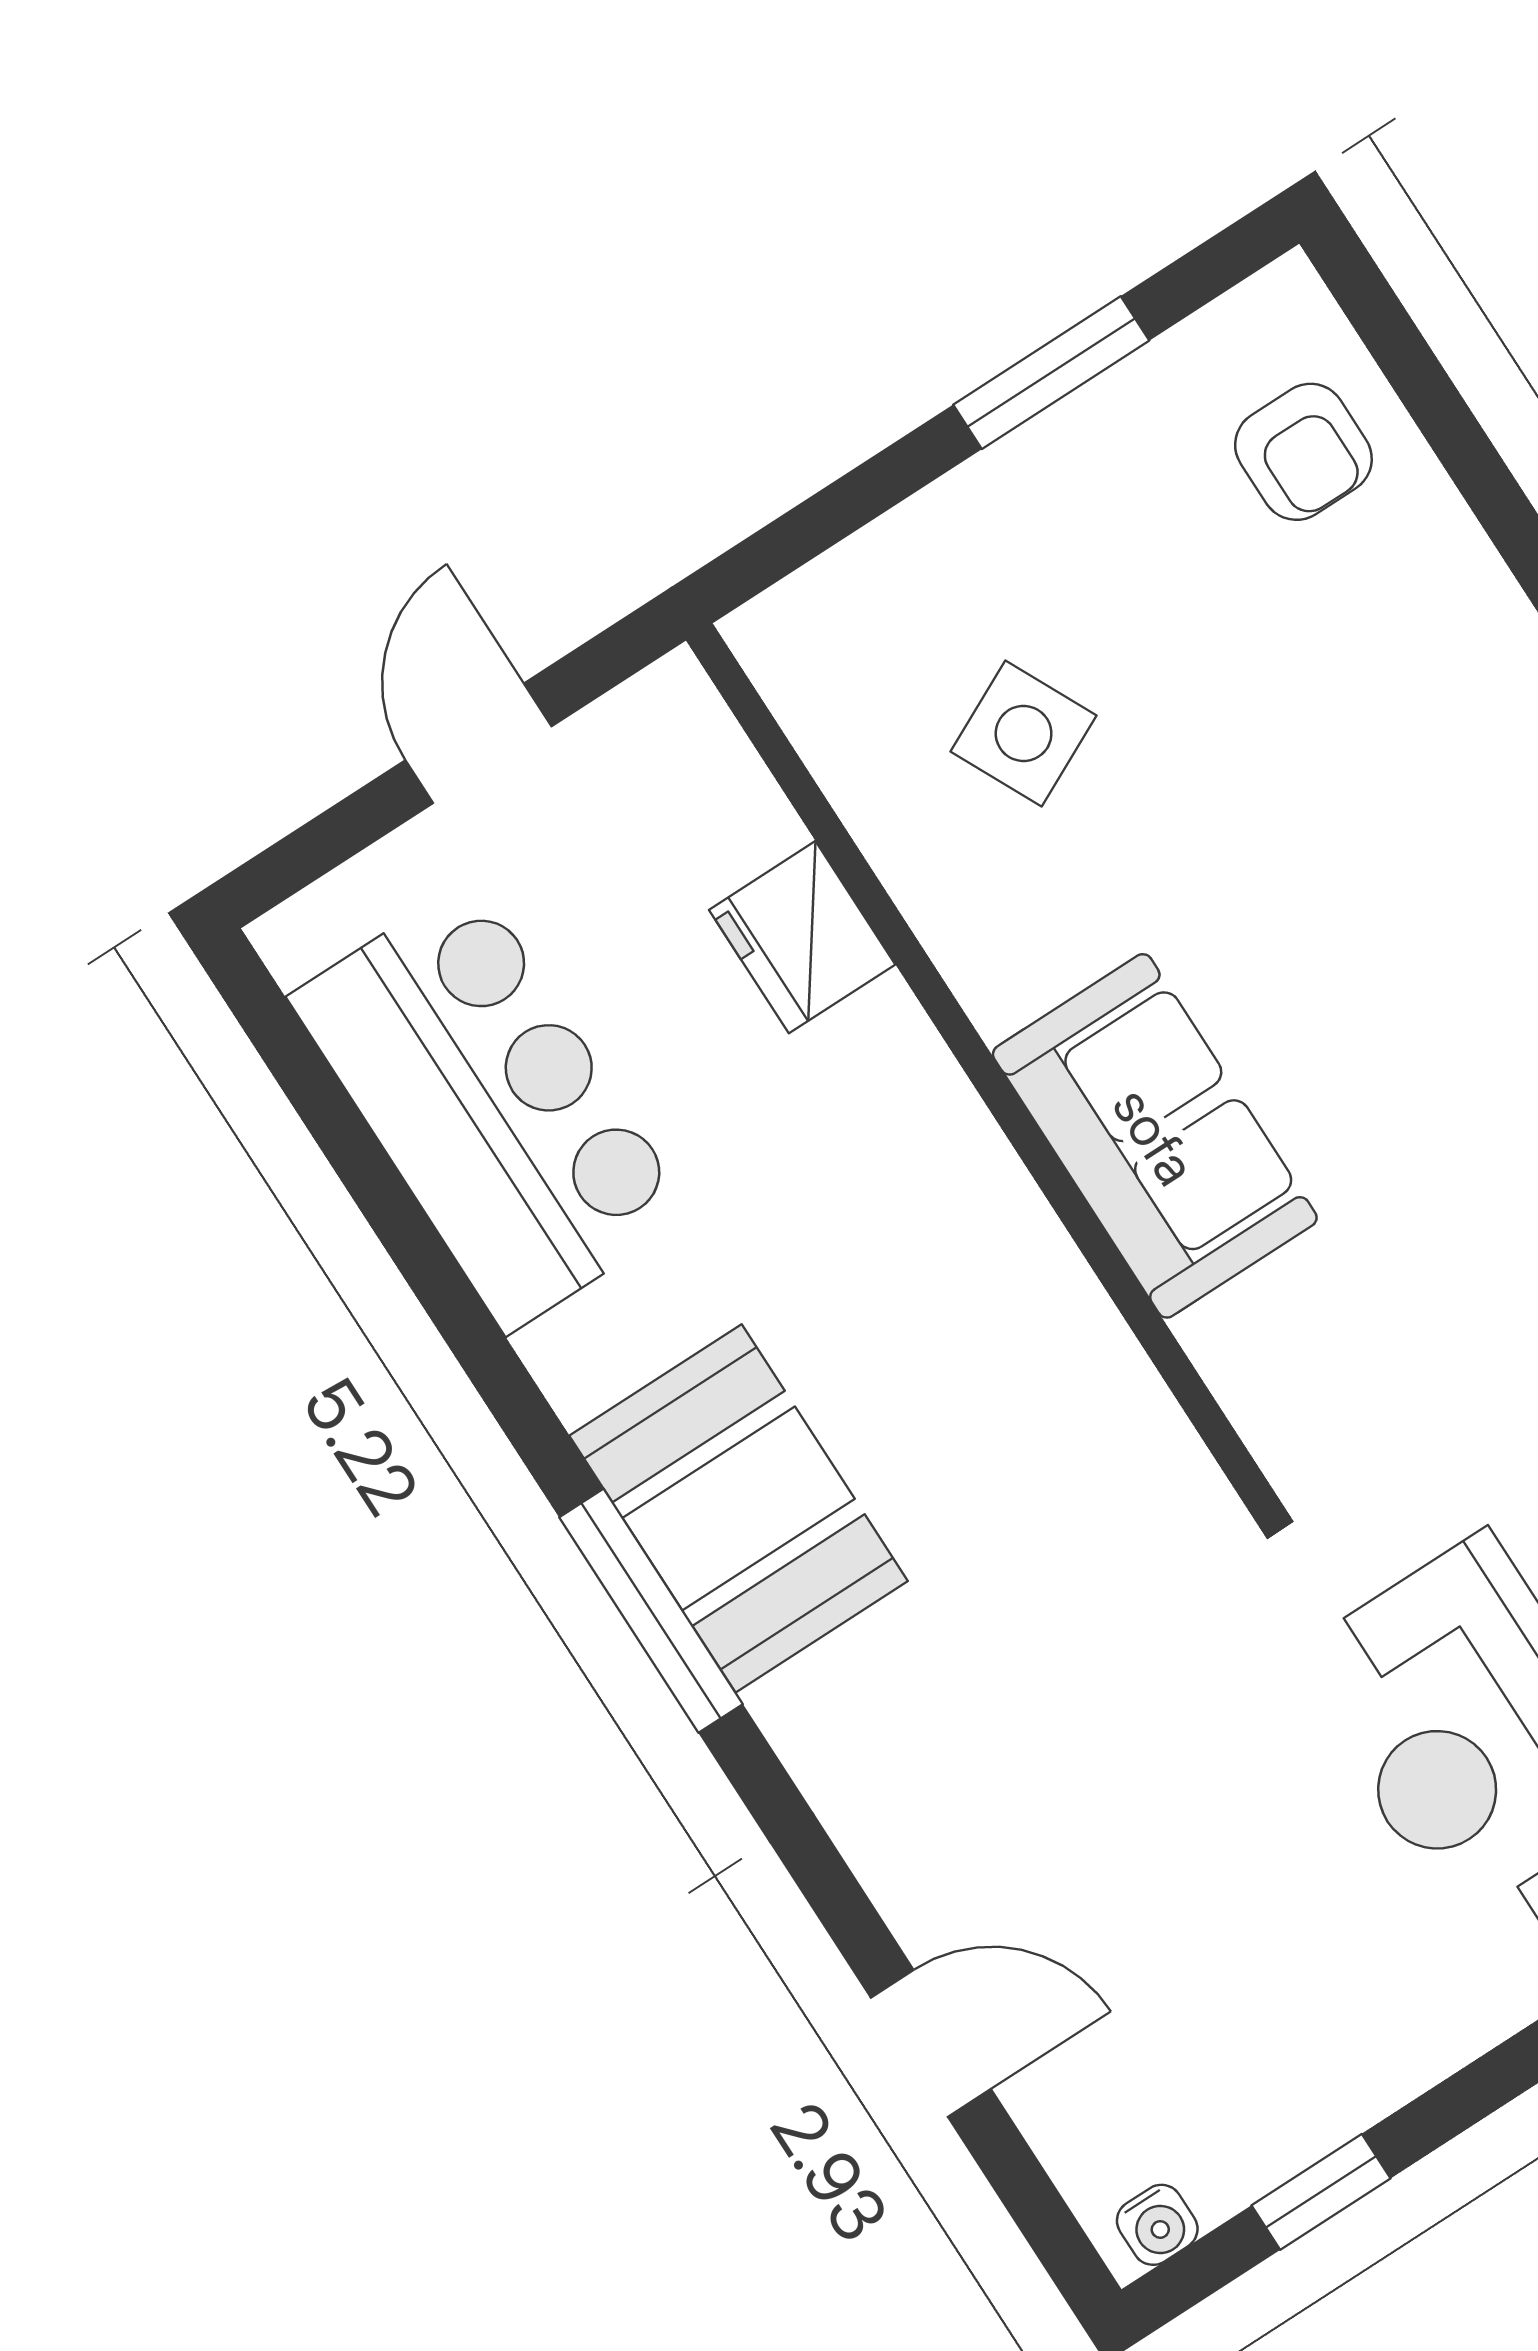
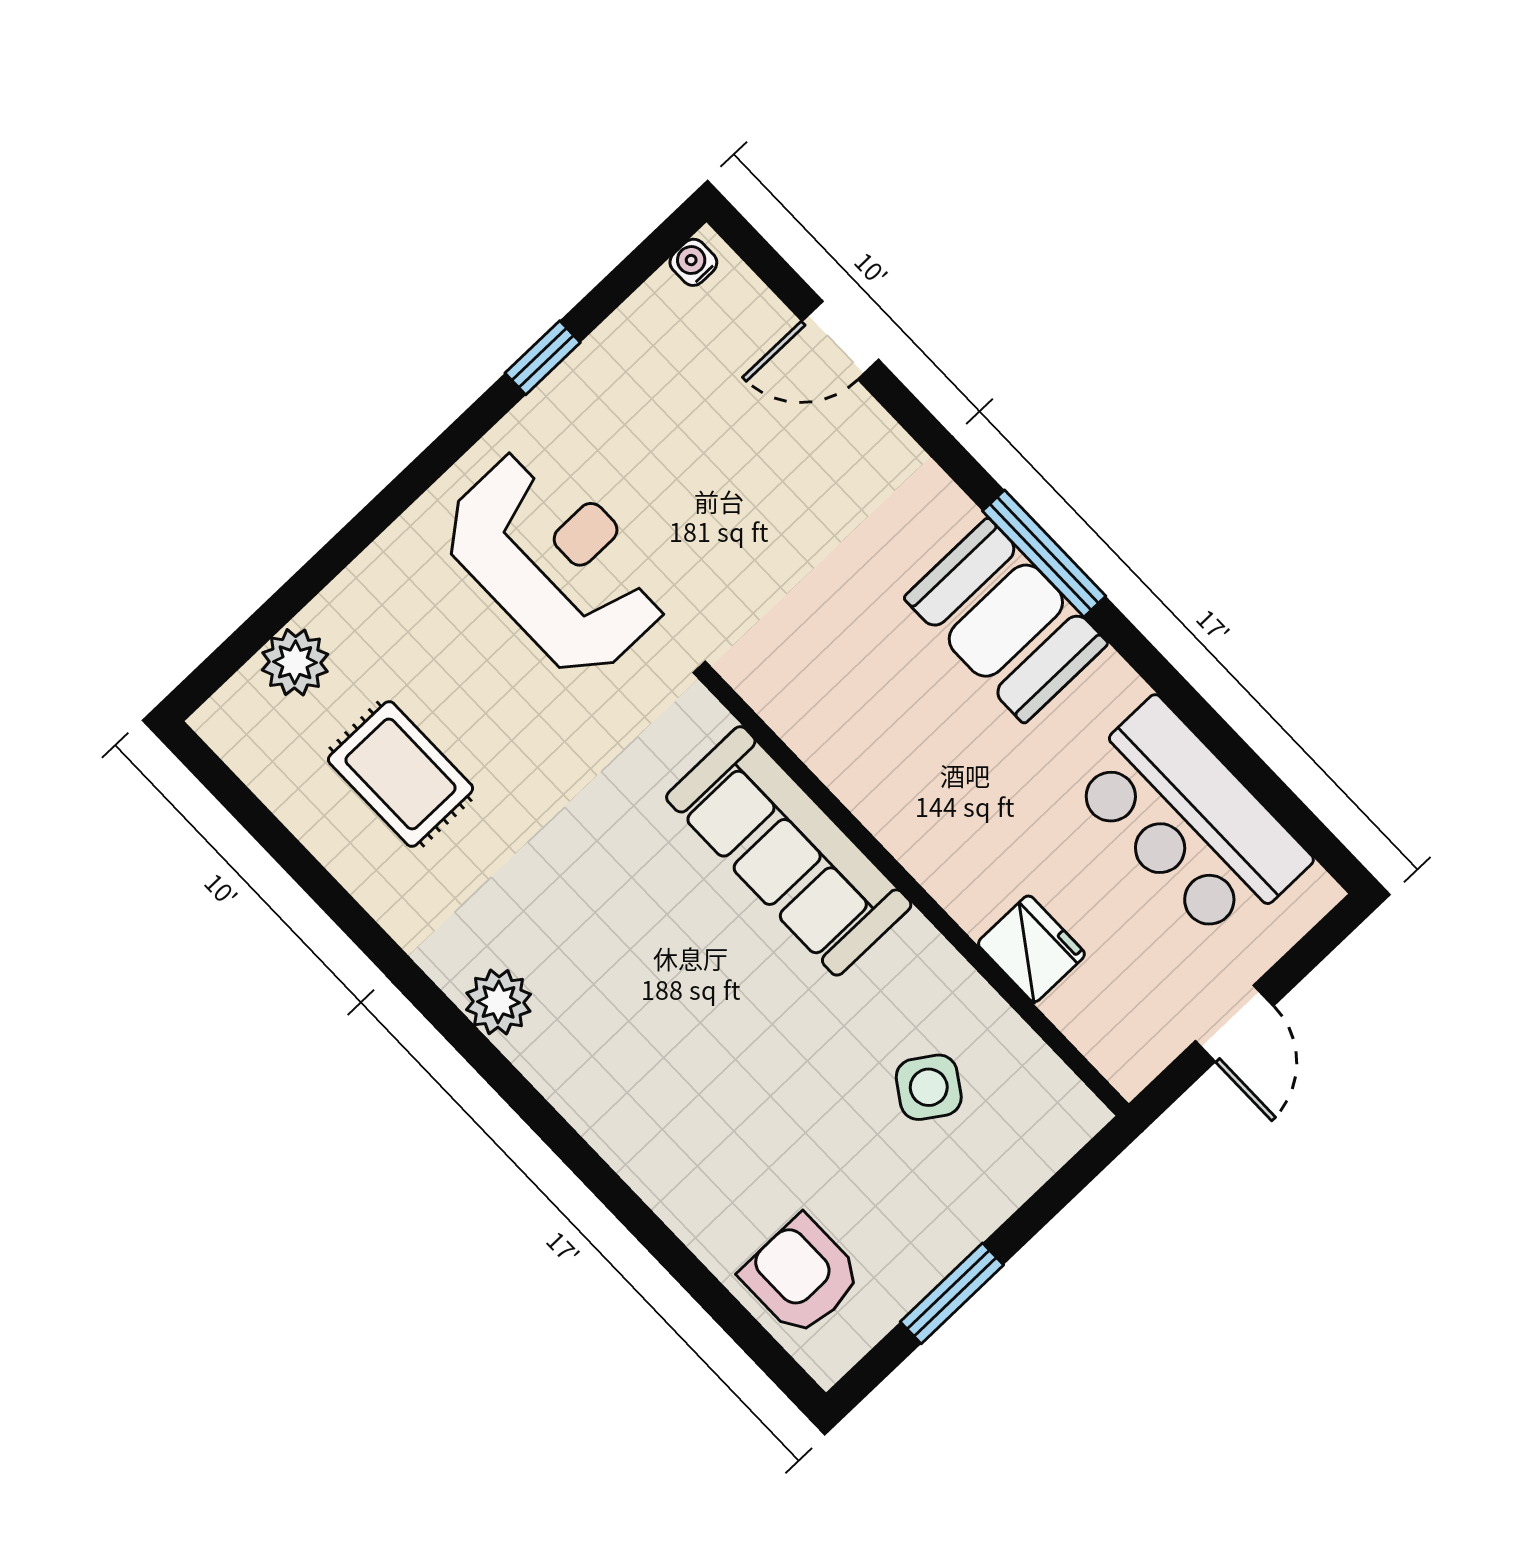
armchair: (1303, 452) -> (801, 1276), width x1.38, depth x1.38
side table: (1024, 733) -> (929, 1087), turned -30
sofa: (1155, 1136) -> (789, 851), width x1.36
window: (1321, 2192) -> (543, 358), moved

